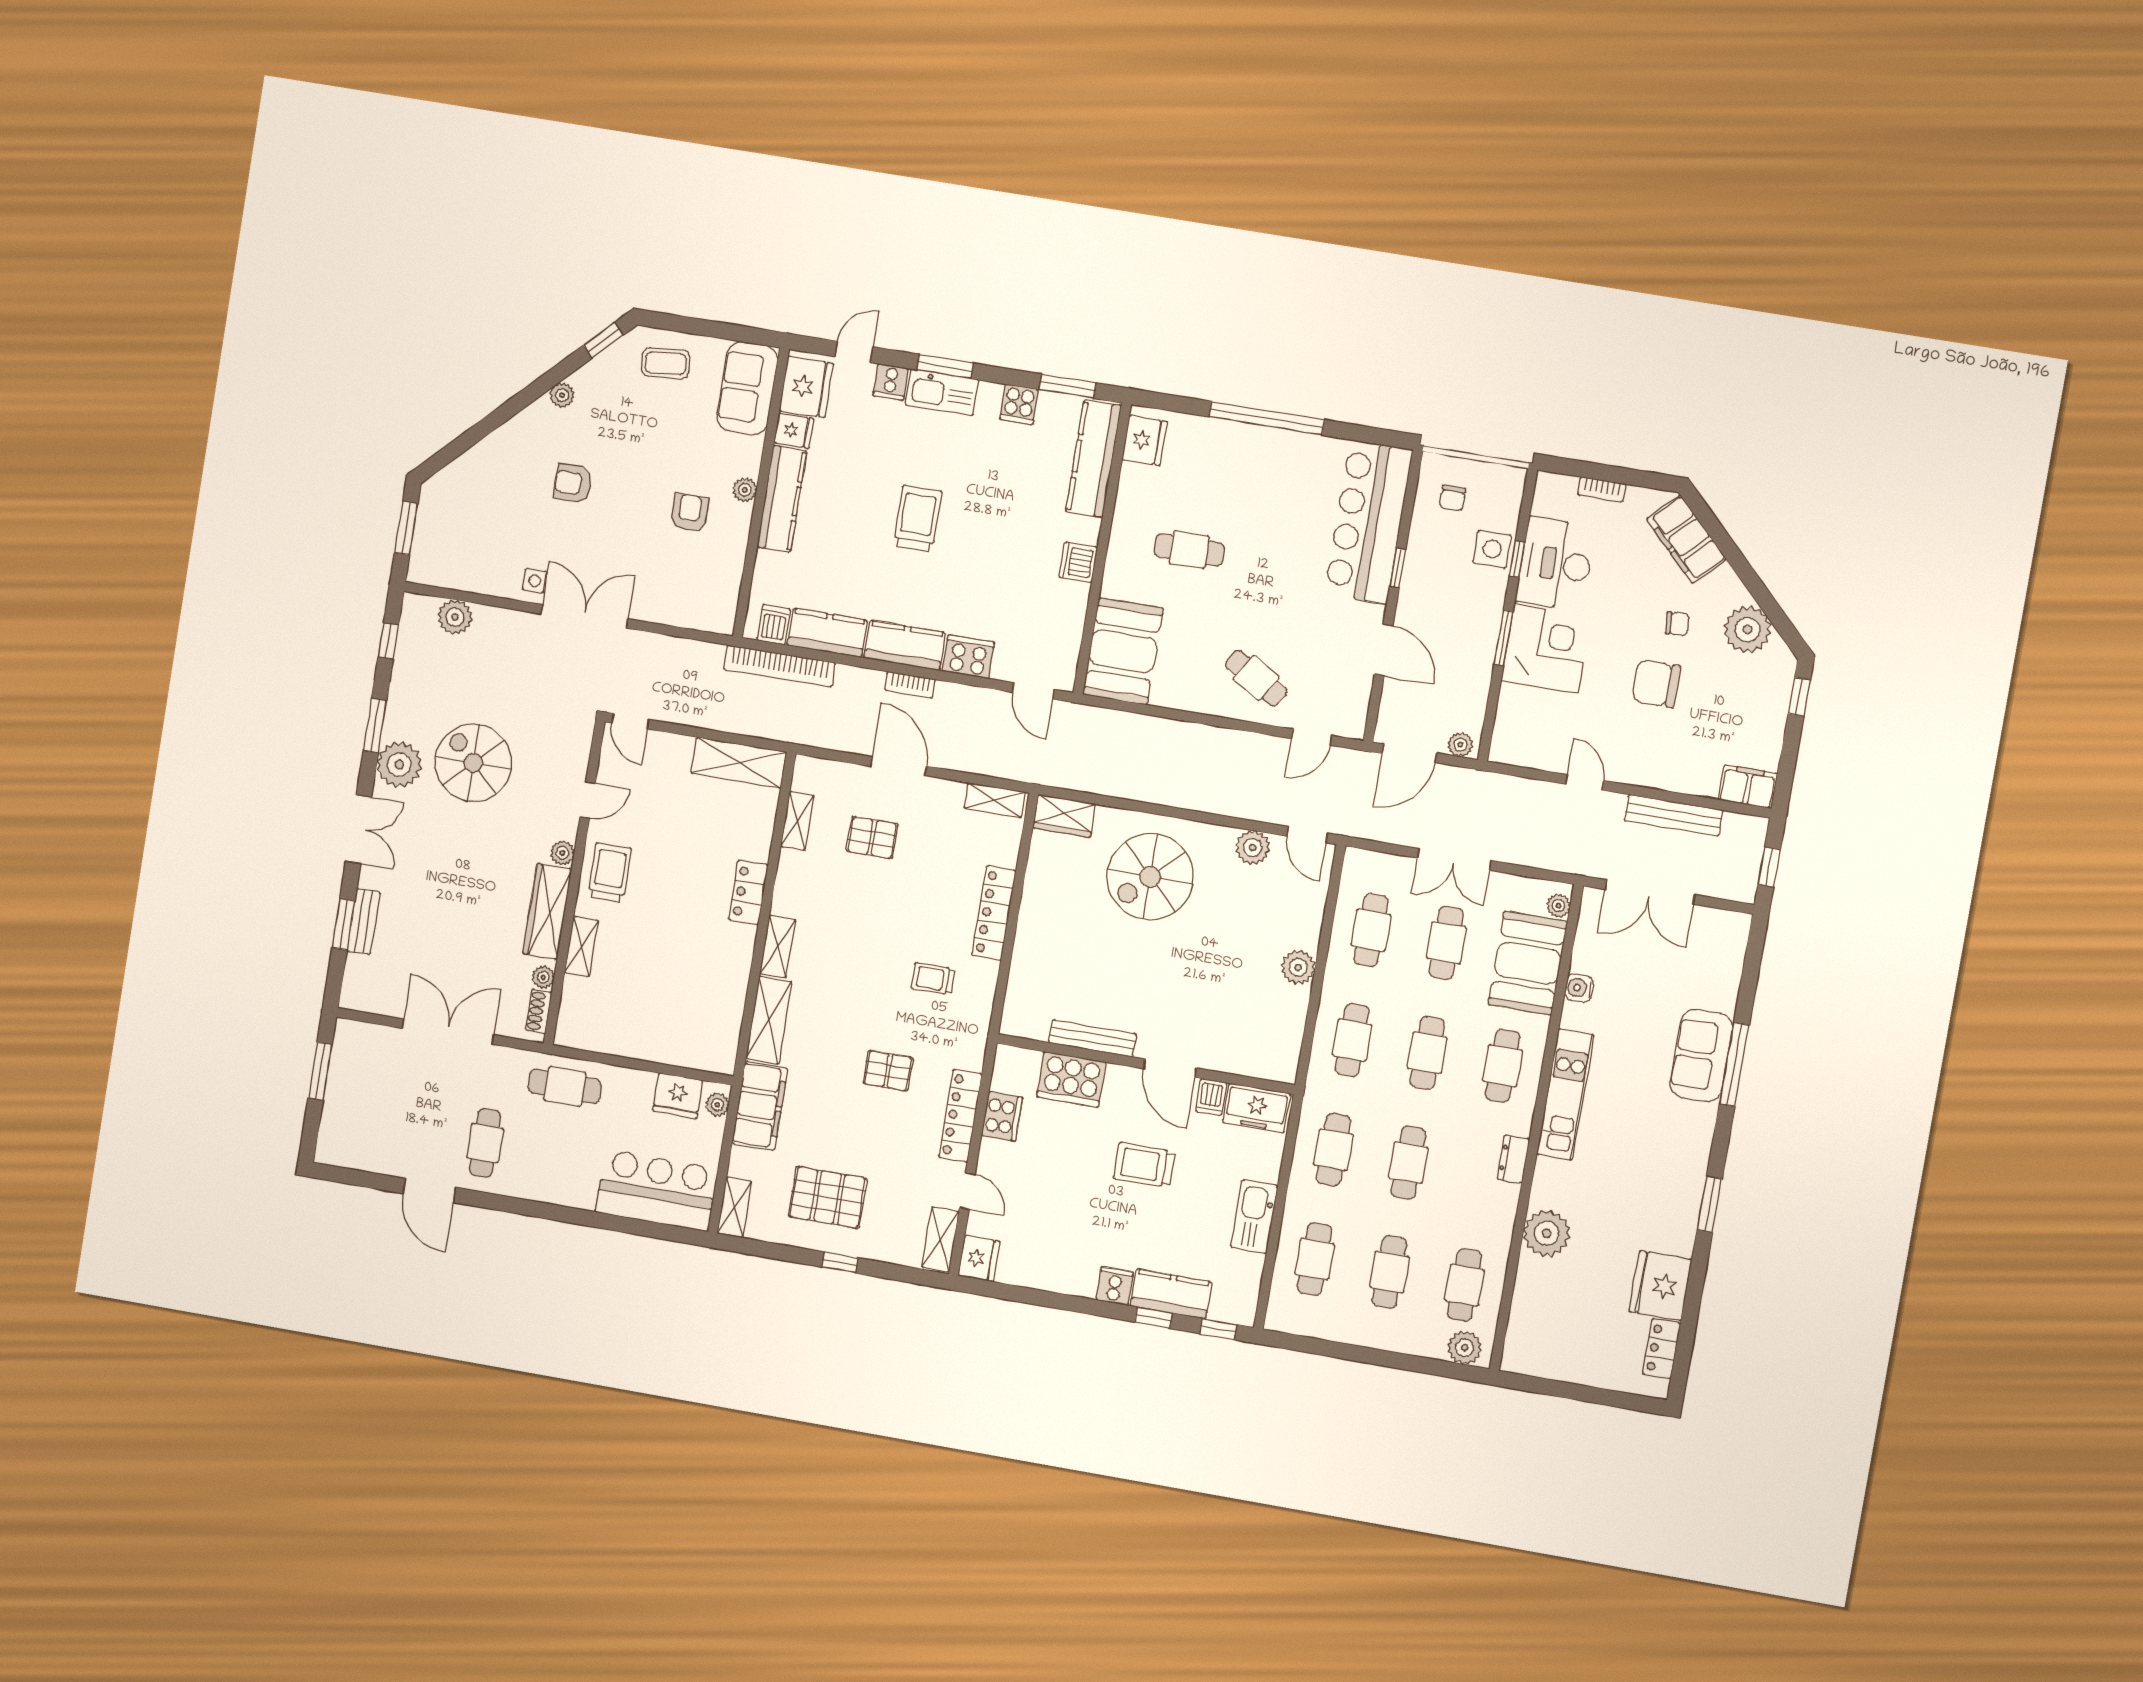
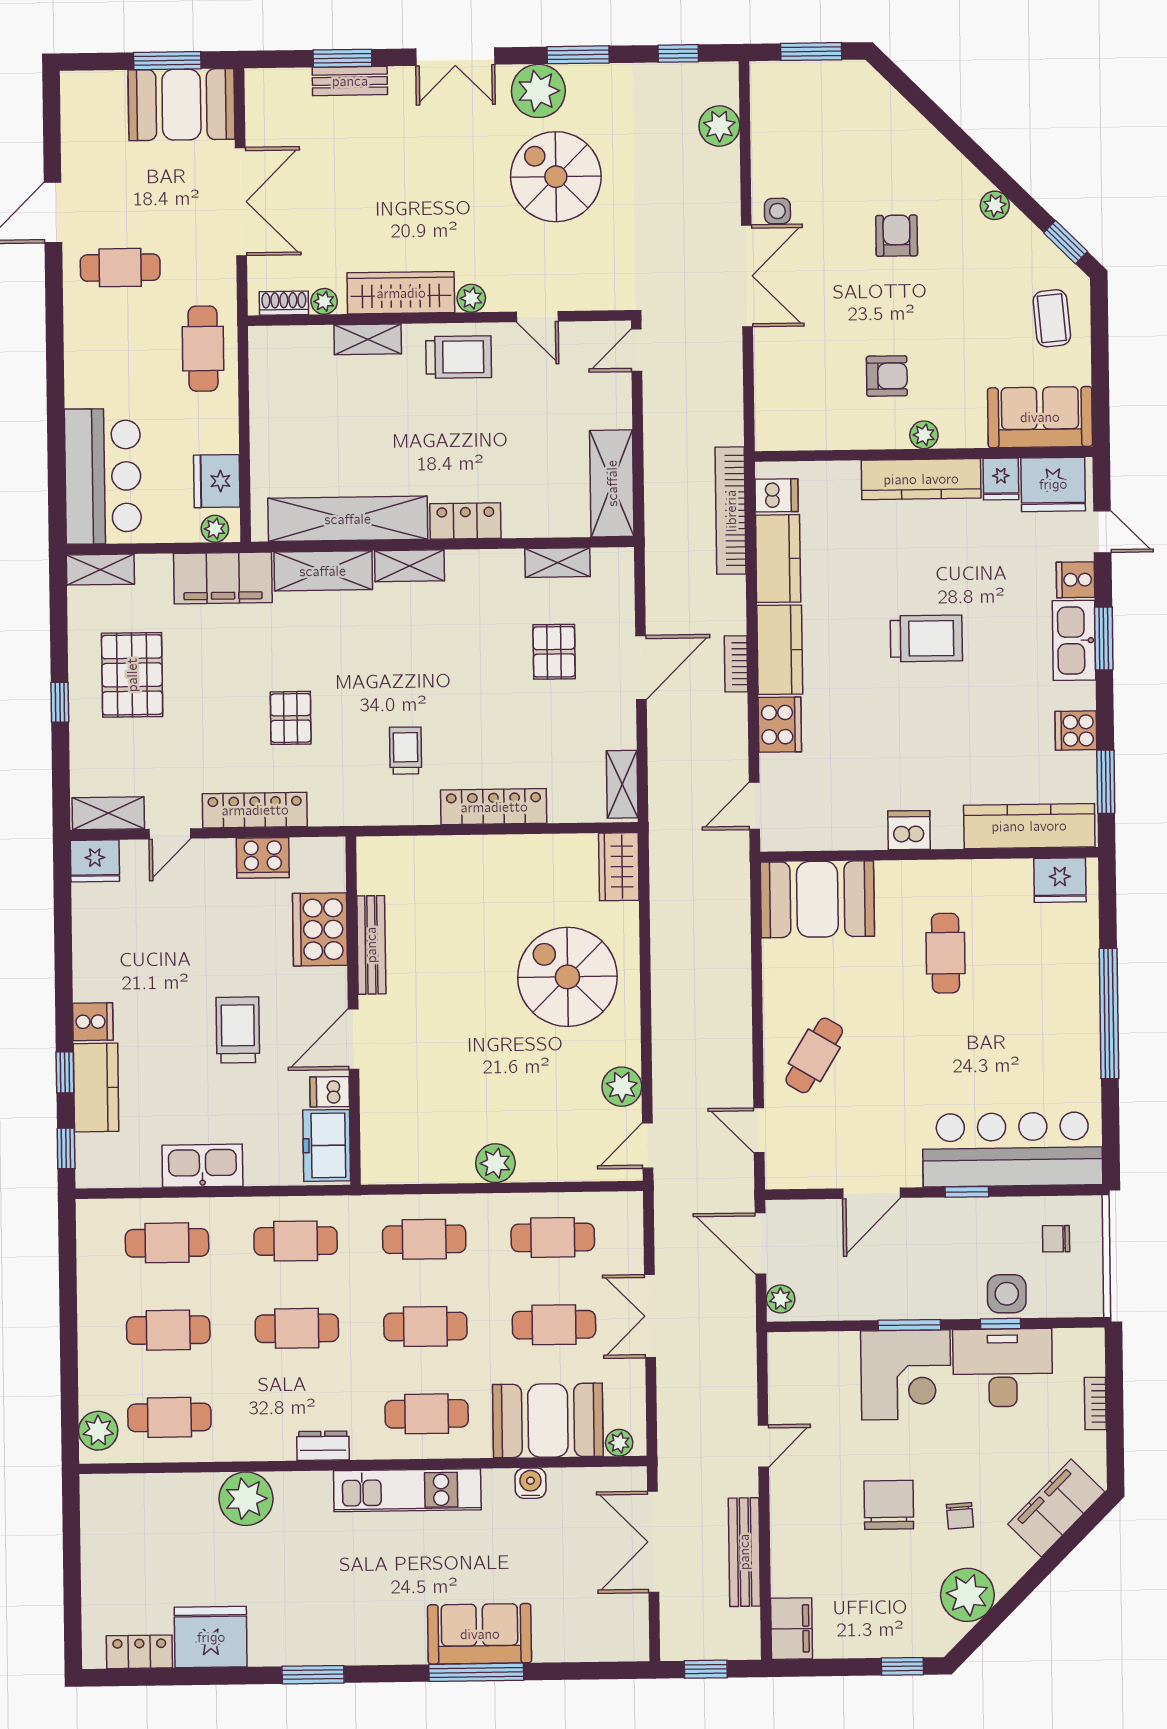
spiral stairs: (473, 763) -> (556, 177), turned -90
shelving: (729, 991) -> (348, 519), added
booth: (359, 1066) -> (181, 105), added

